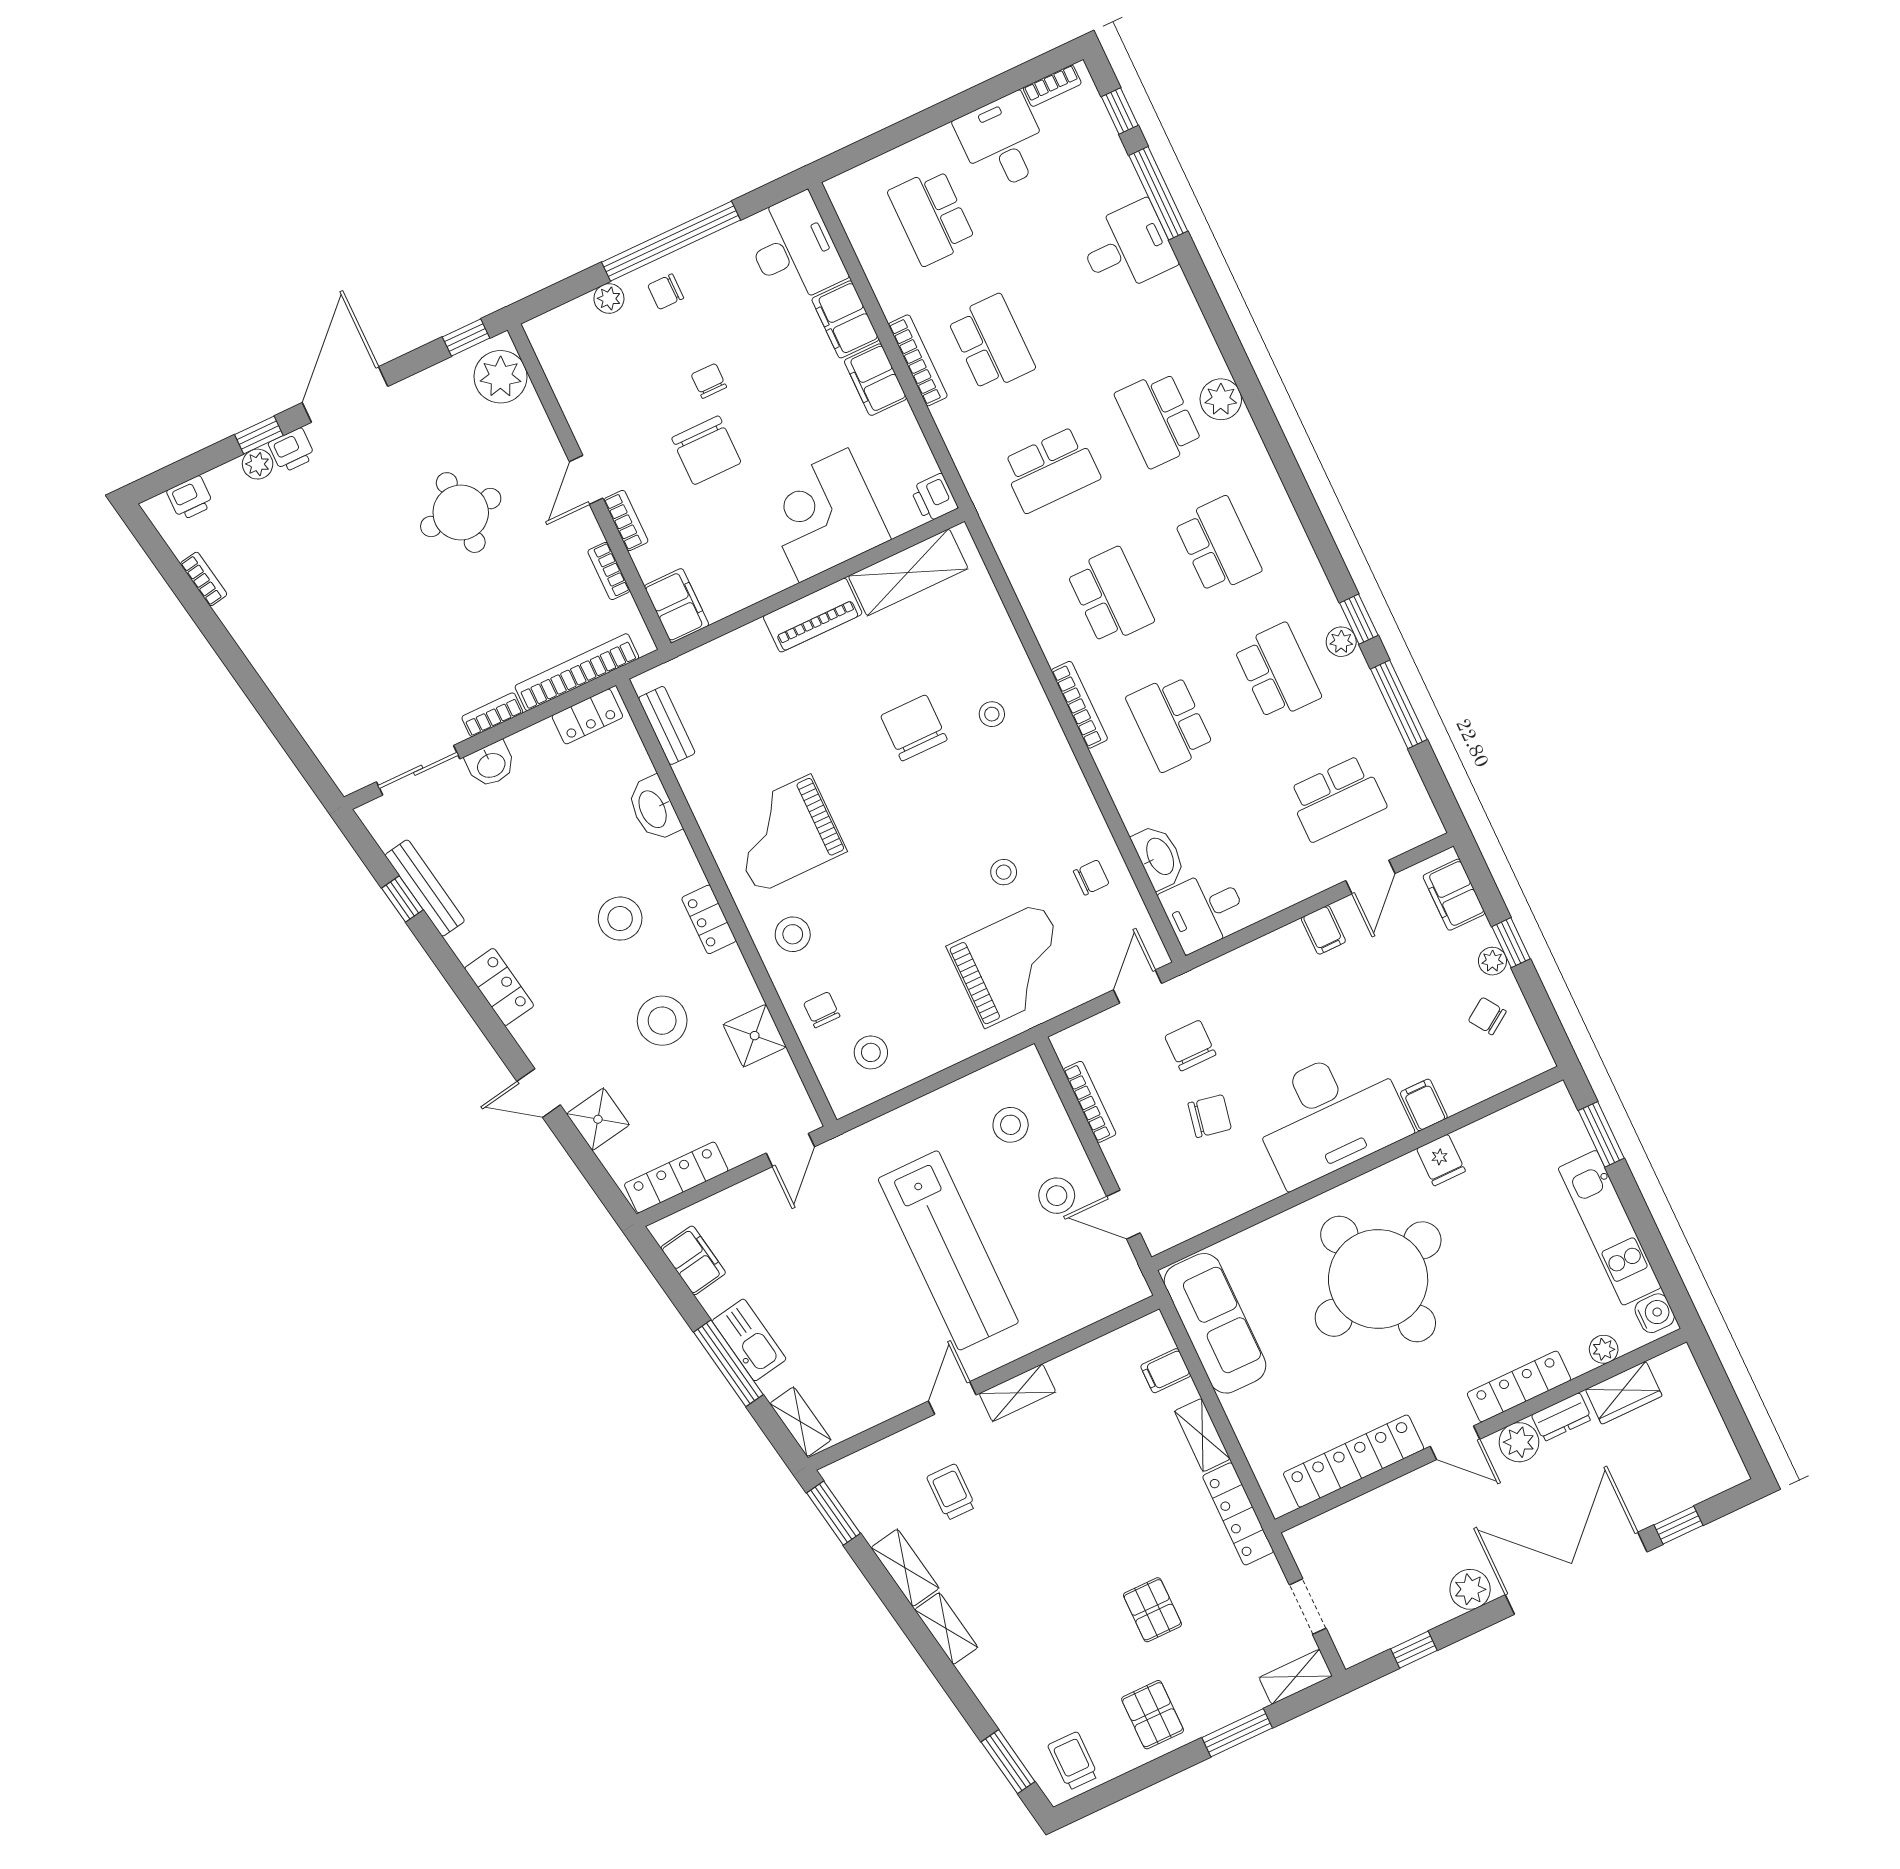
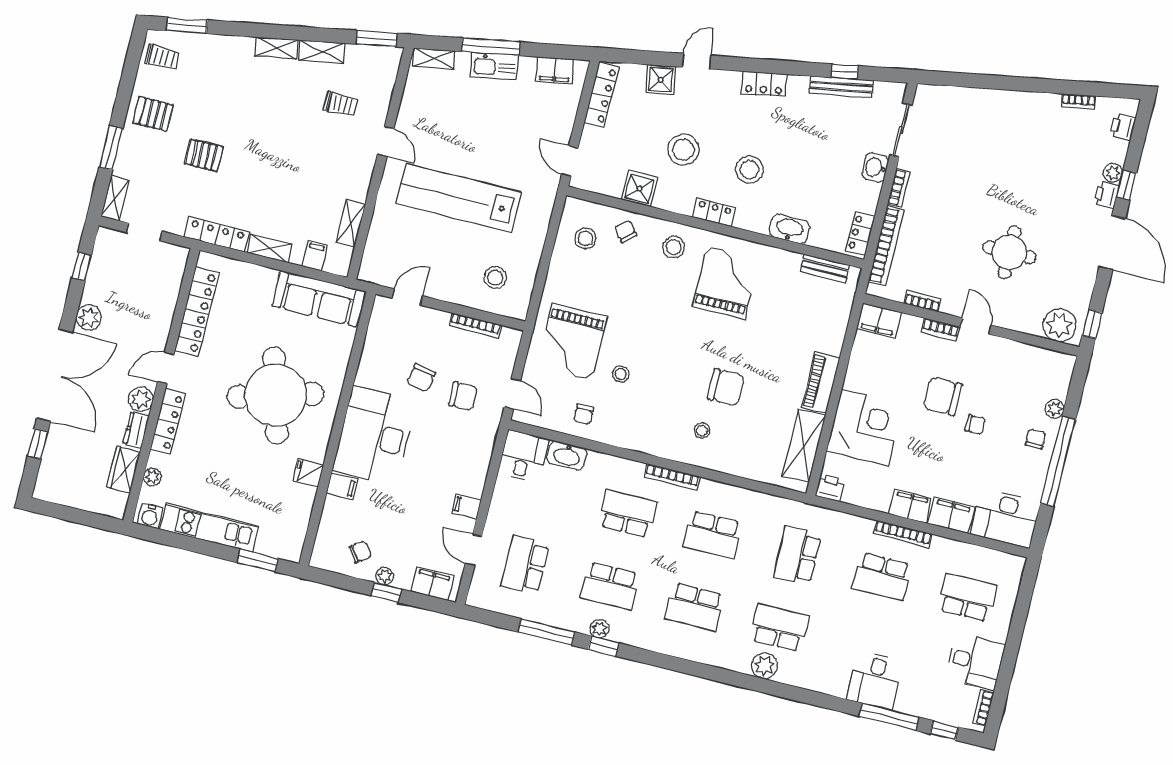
chair: (822, 1010) -> (626, 231), turned -131
stool: (1057, 1196) -> (443, 272), removed
shelving: (1017, 1393) -> (351, 223), moved

